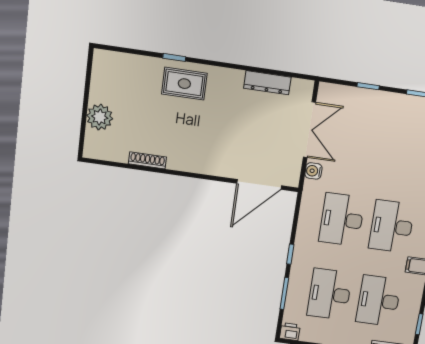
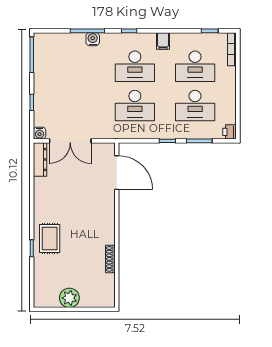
dresser: (267, 83) -> (40, 159), moved
plant: (100, 117) -> (69, 298), moved
double door: (309, 130) -> (70, 141), swing flipped
water cooler: (313, 171) -> (40, 133), moved

